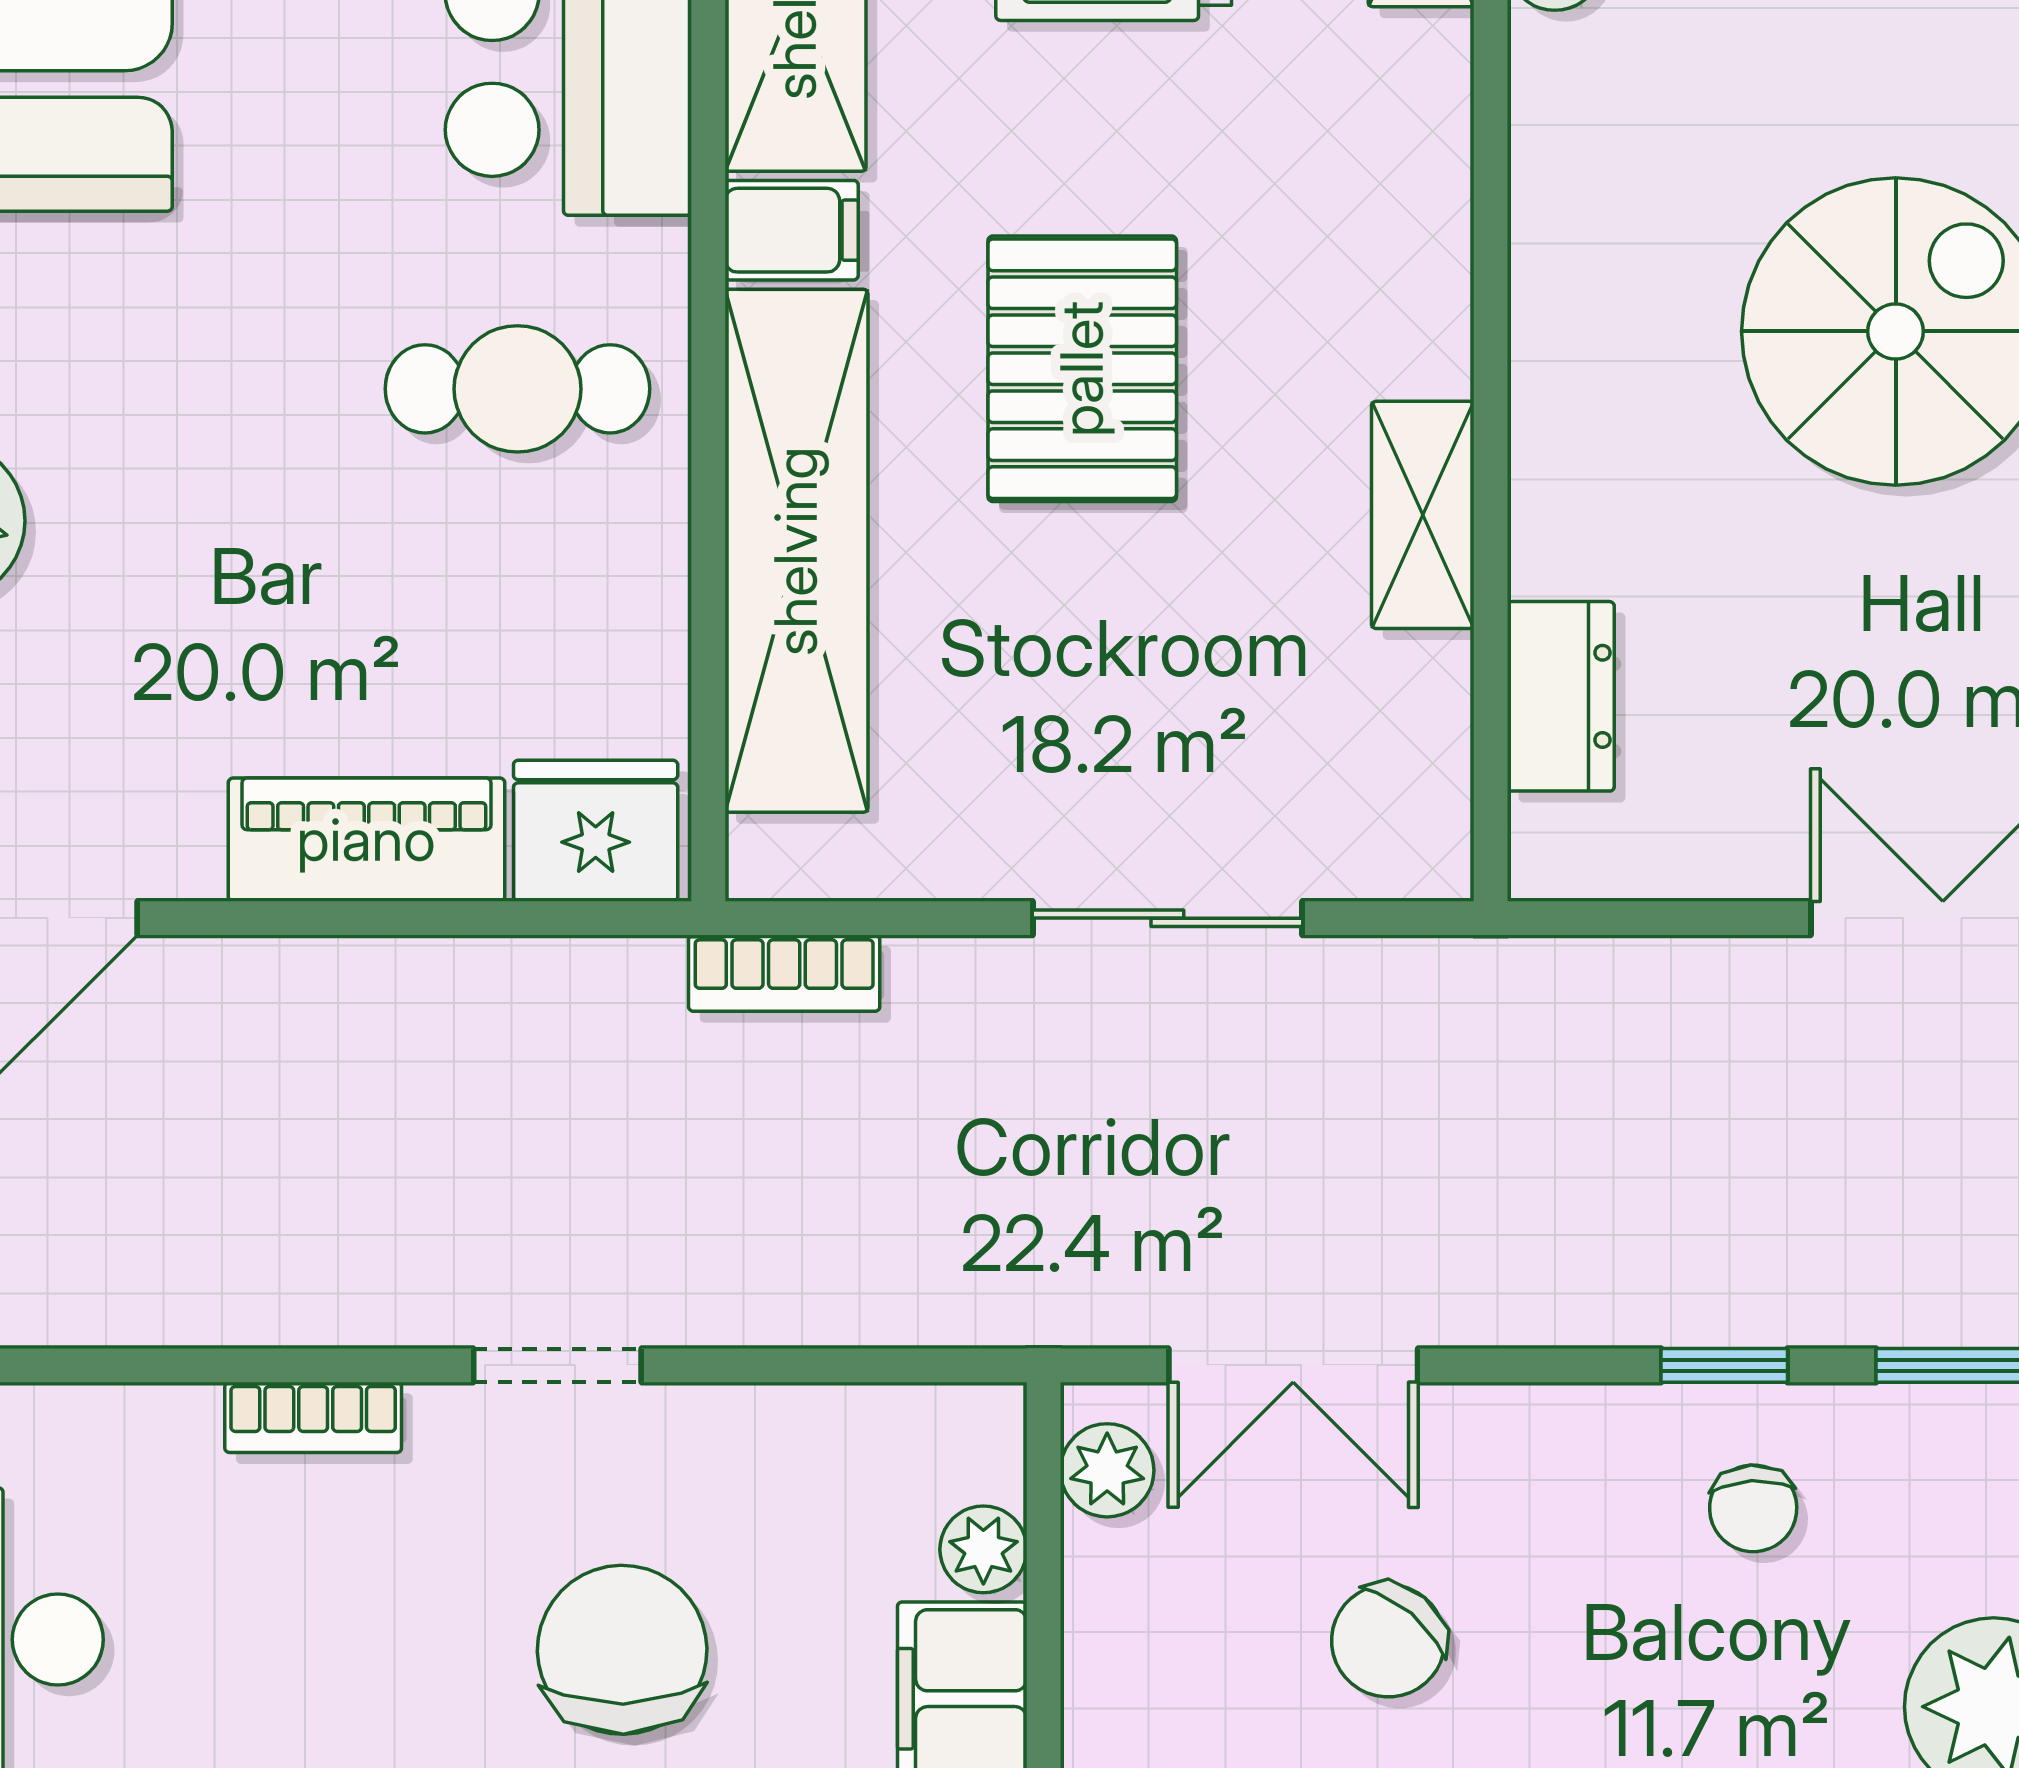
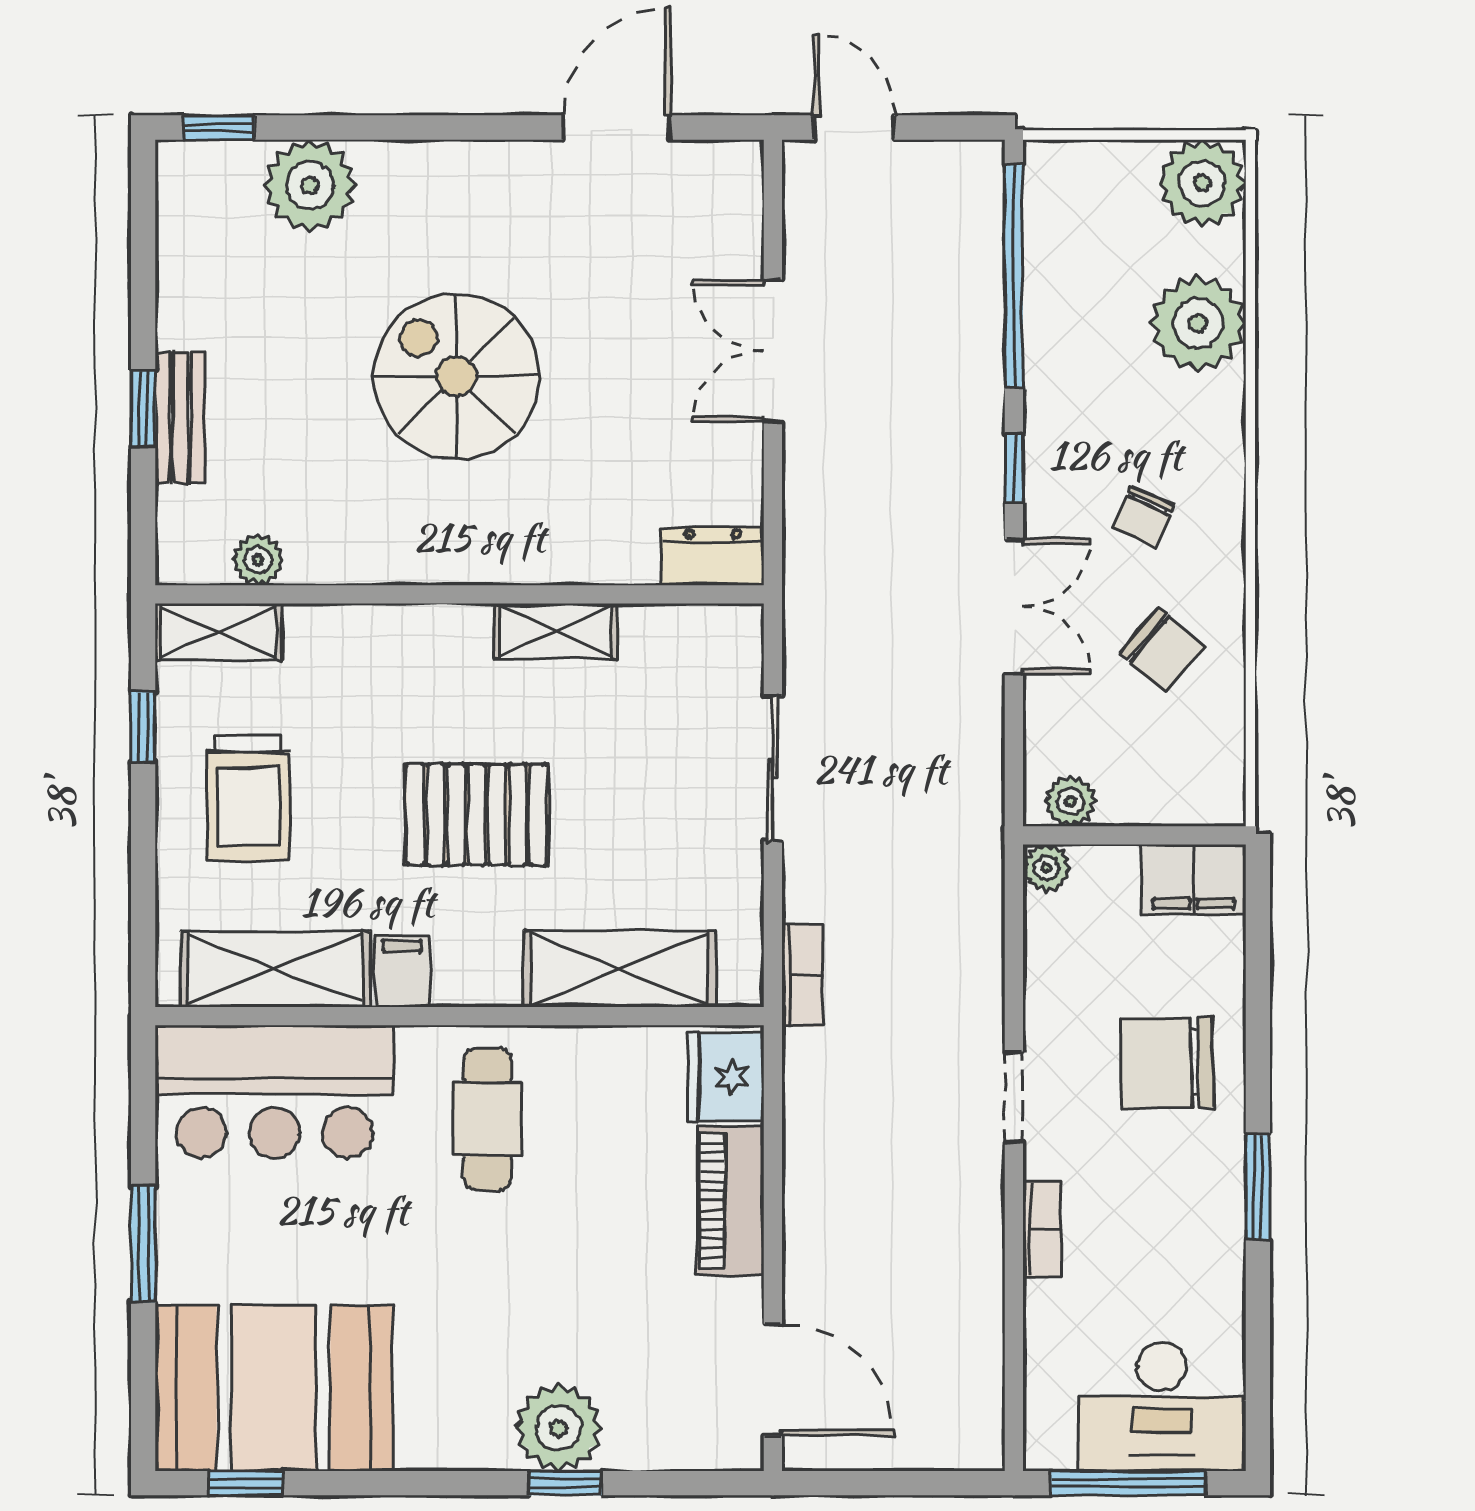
shelving: (796, 551) -> (620, 969), width x0.68
dresser: (1561, 696) -> (713, 557), moved
double door: (1293, 1365) -> (1014, 607), moved
chair: (1753, 1508) -> (1143, 517), moved, turned 118
plant: (983, 1549) -> (1046, 868), moved

